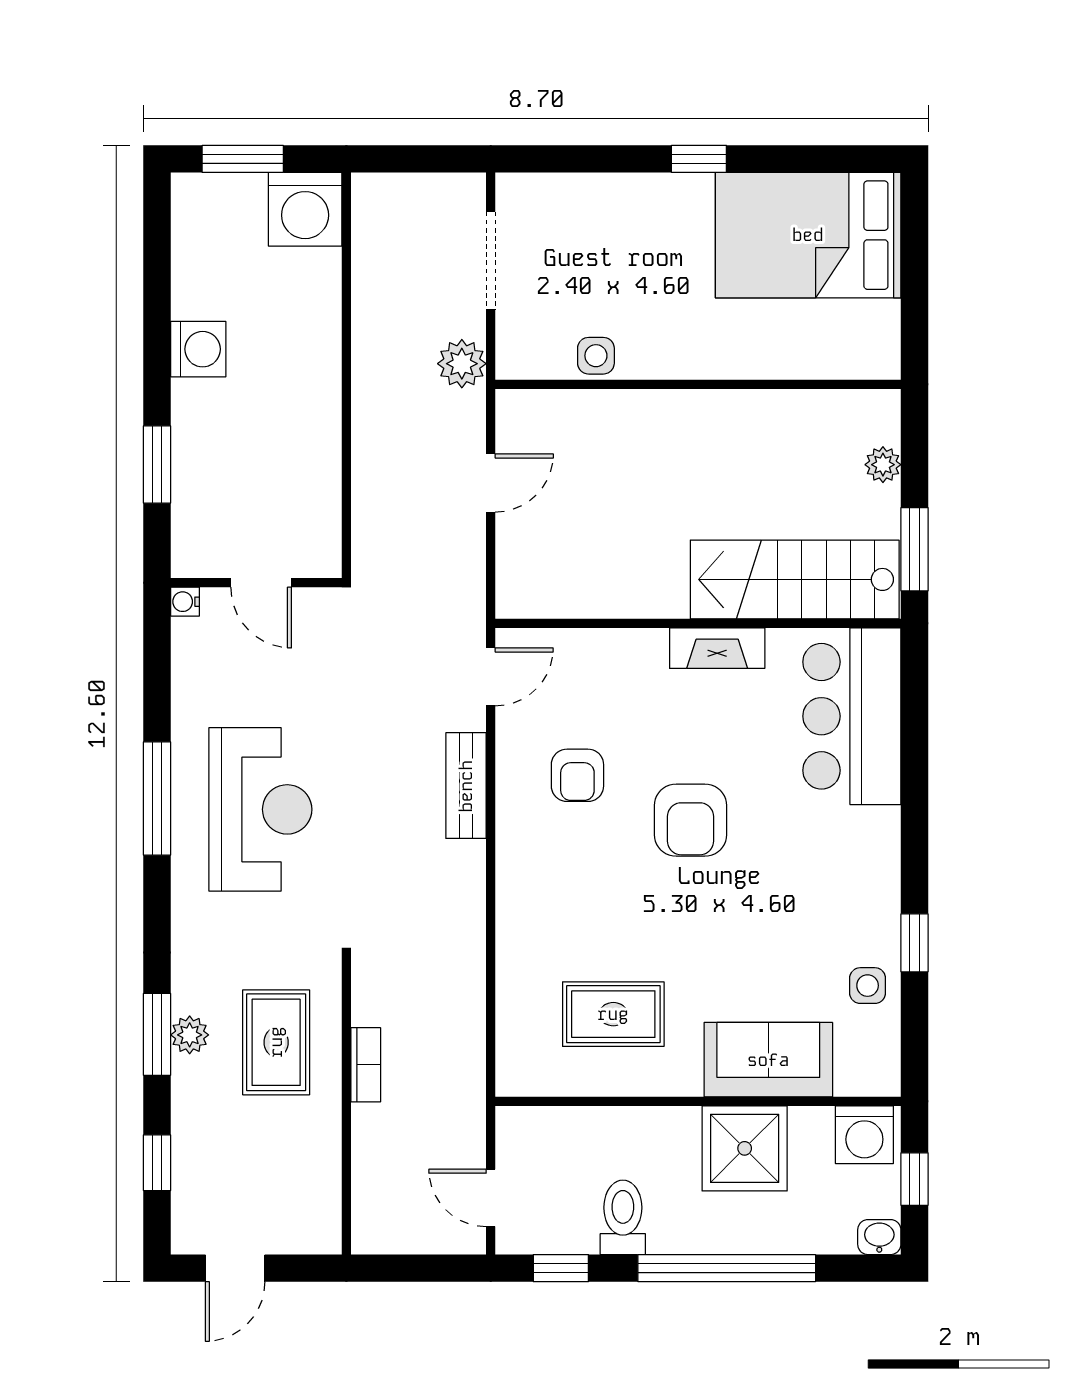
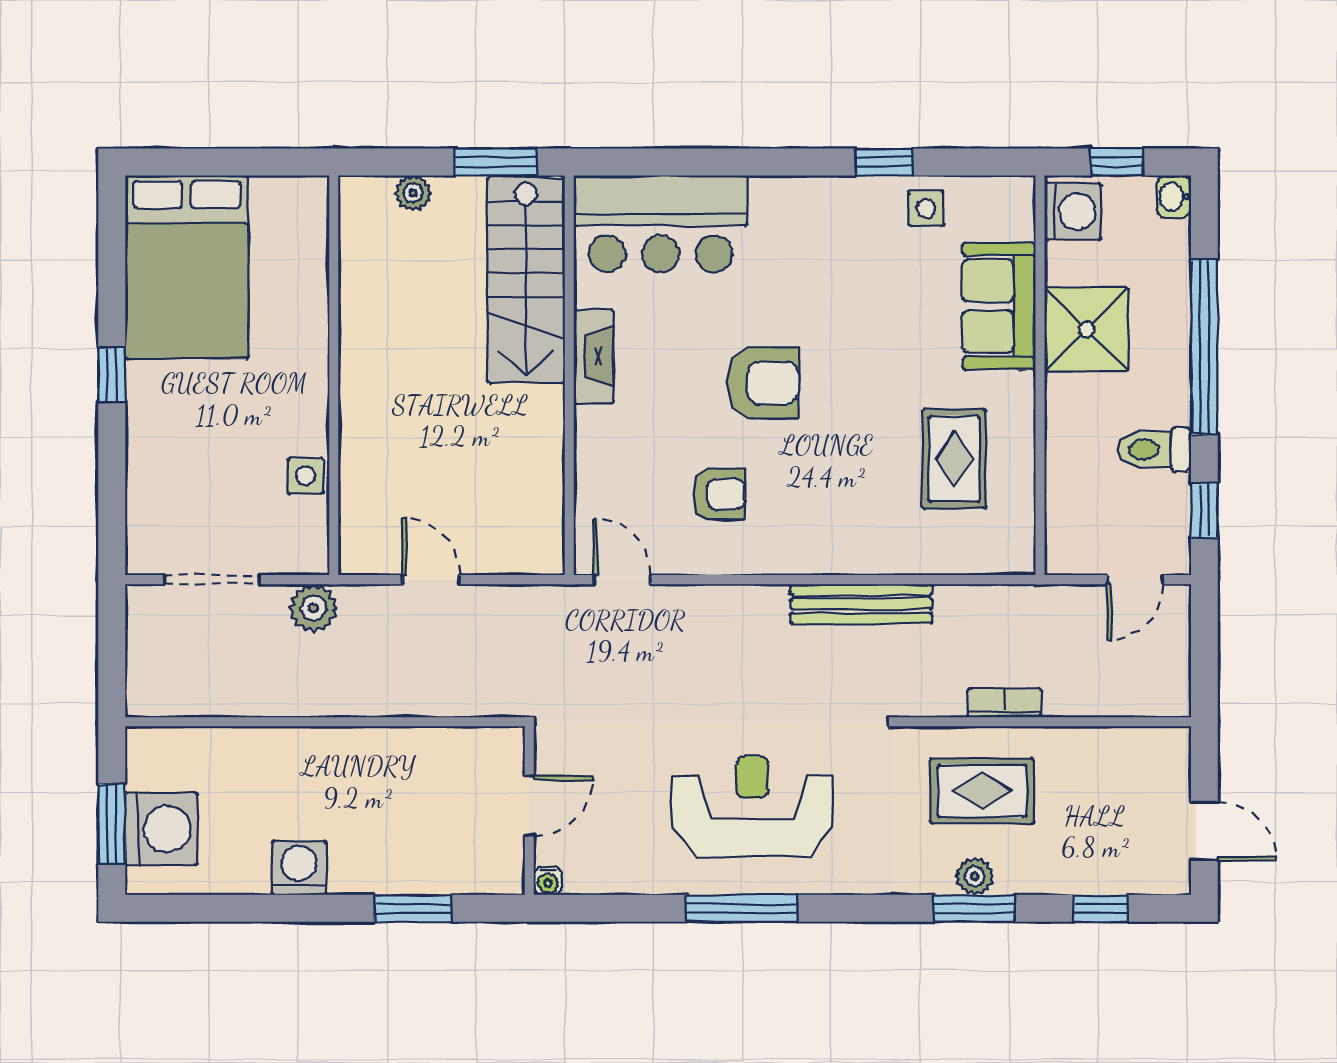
washing machine: (305, 209) -> (161, 829), moved
bench: (466, 786) -> (861, 604), moved, width x1.36

